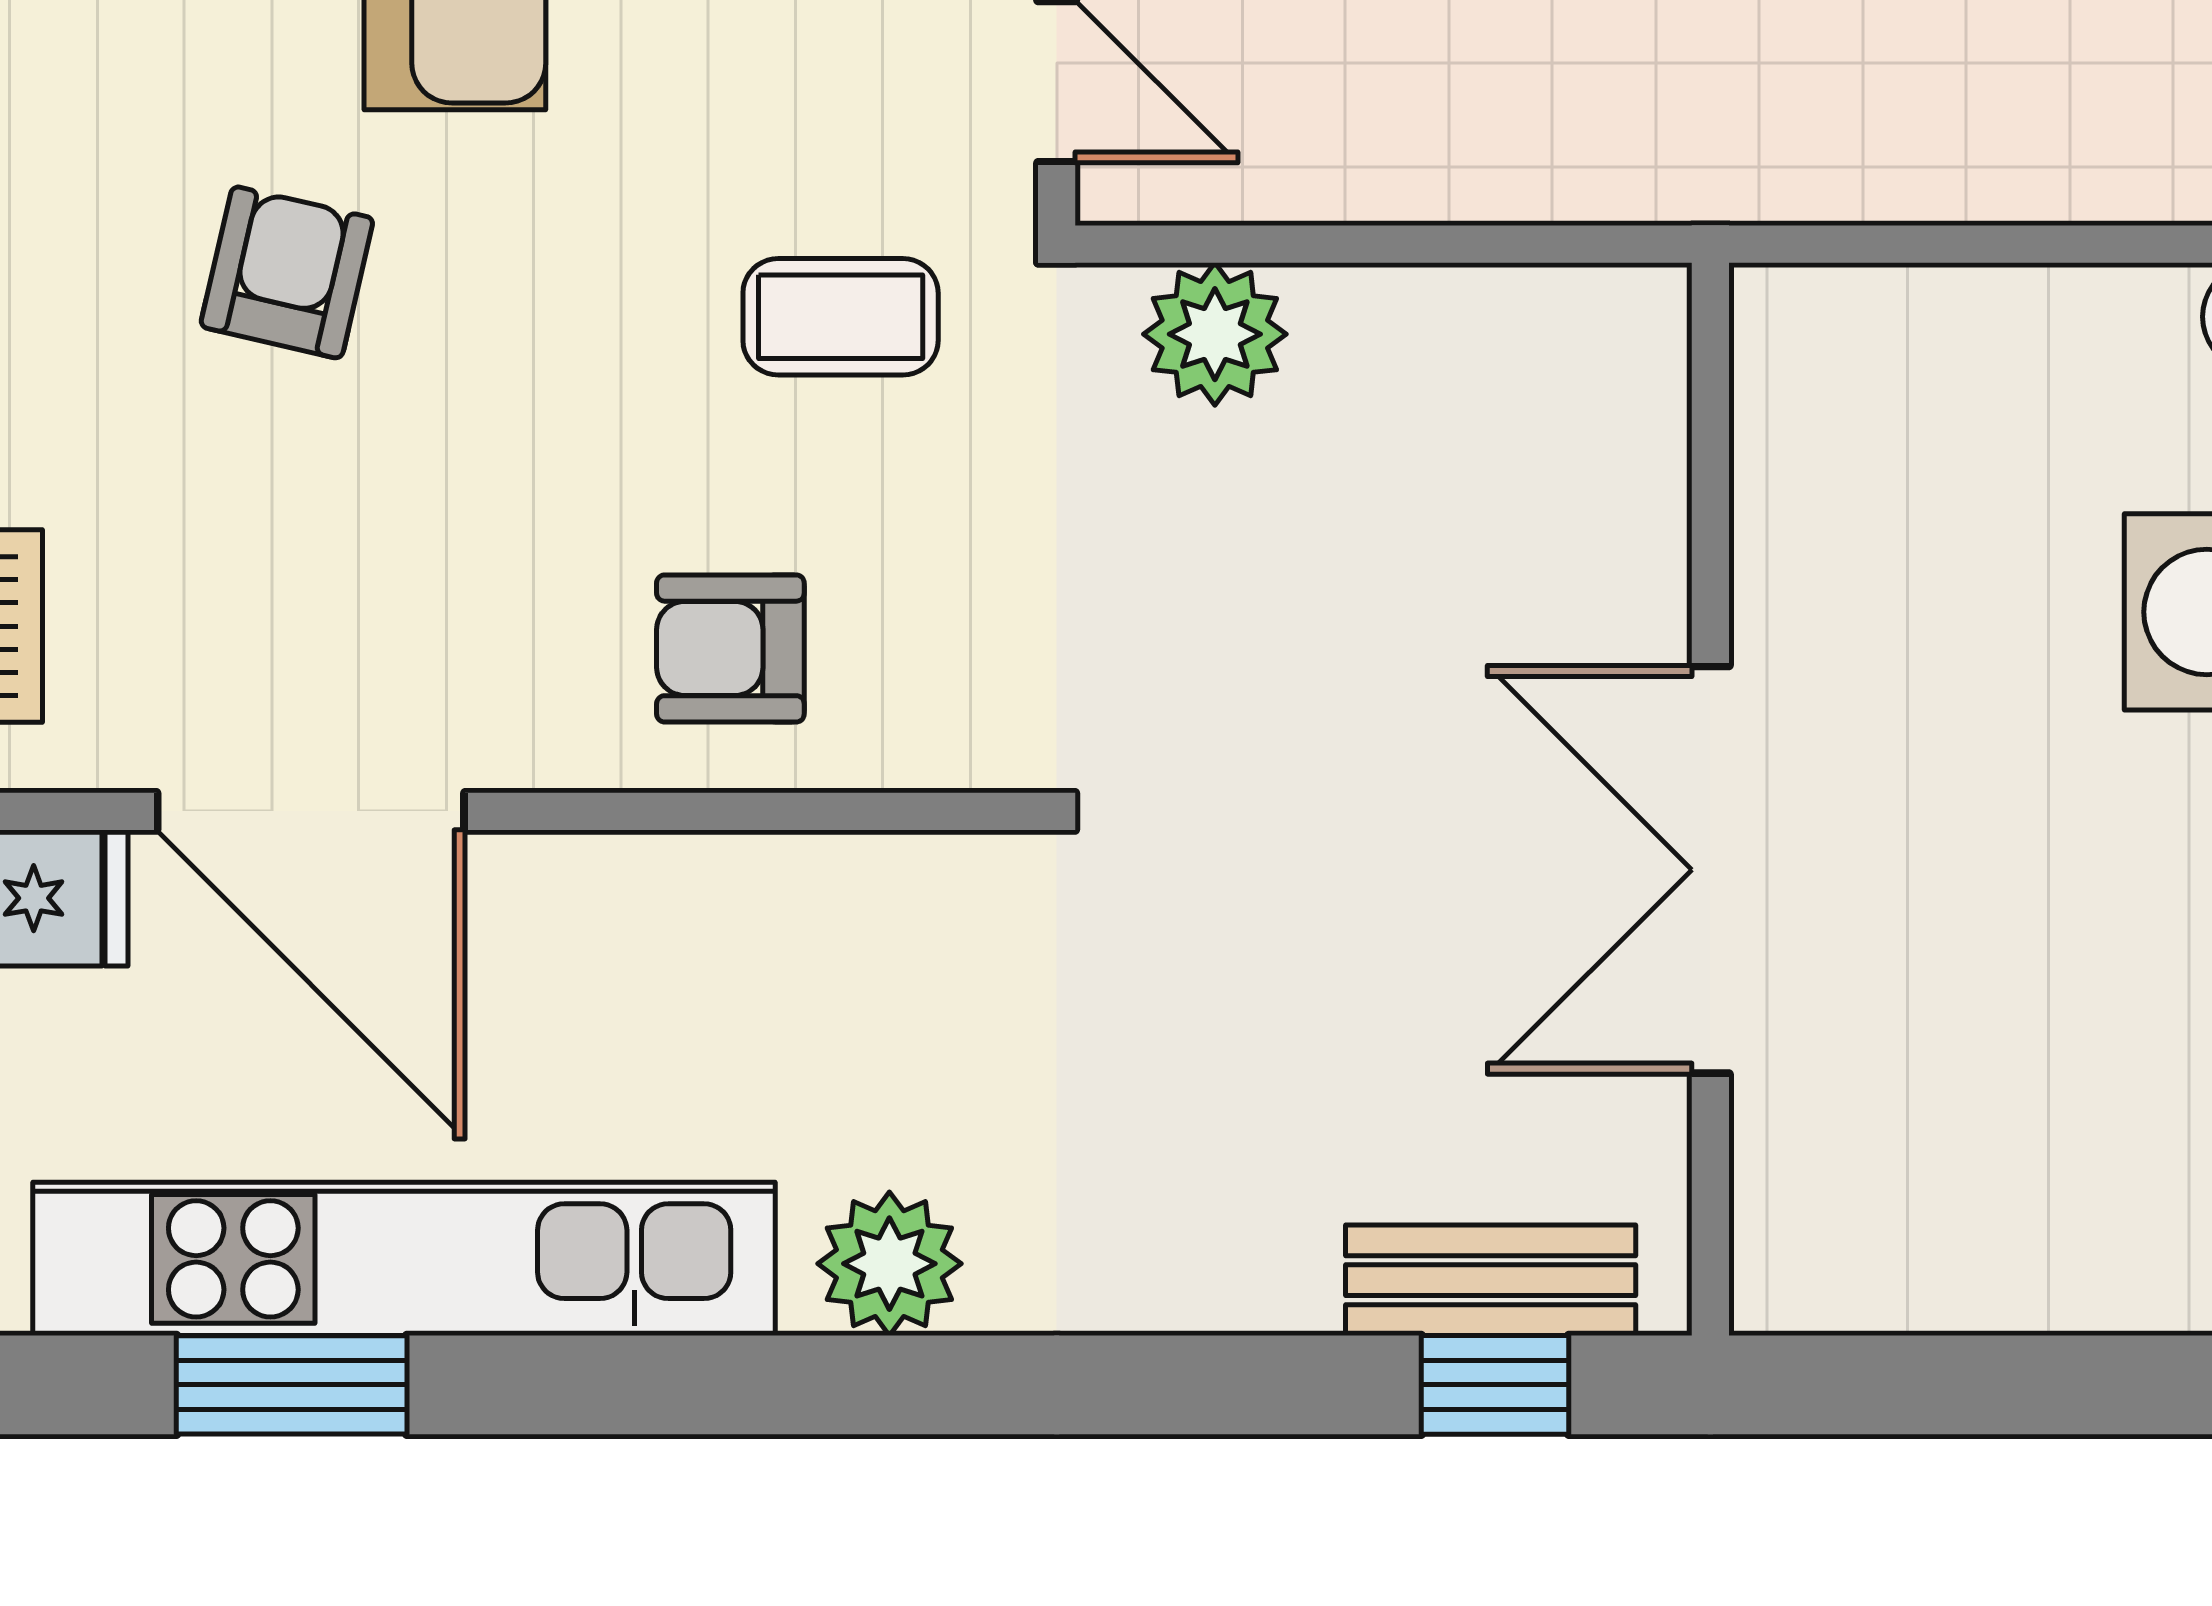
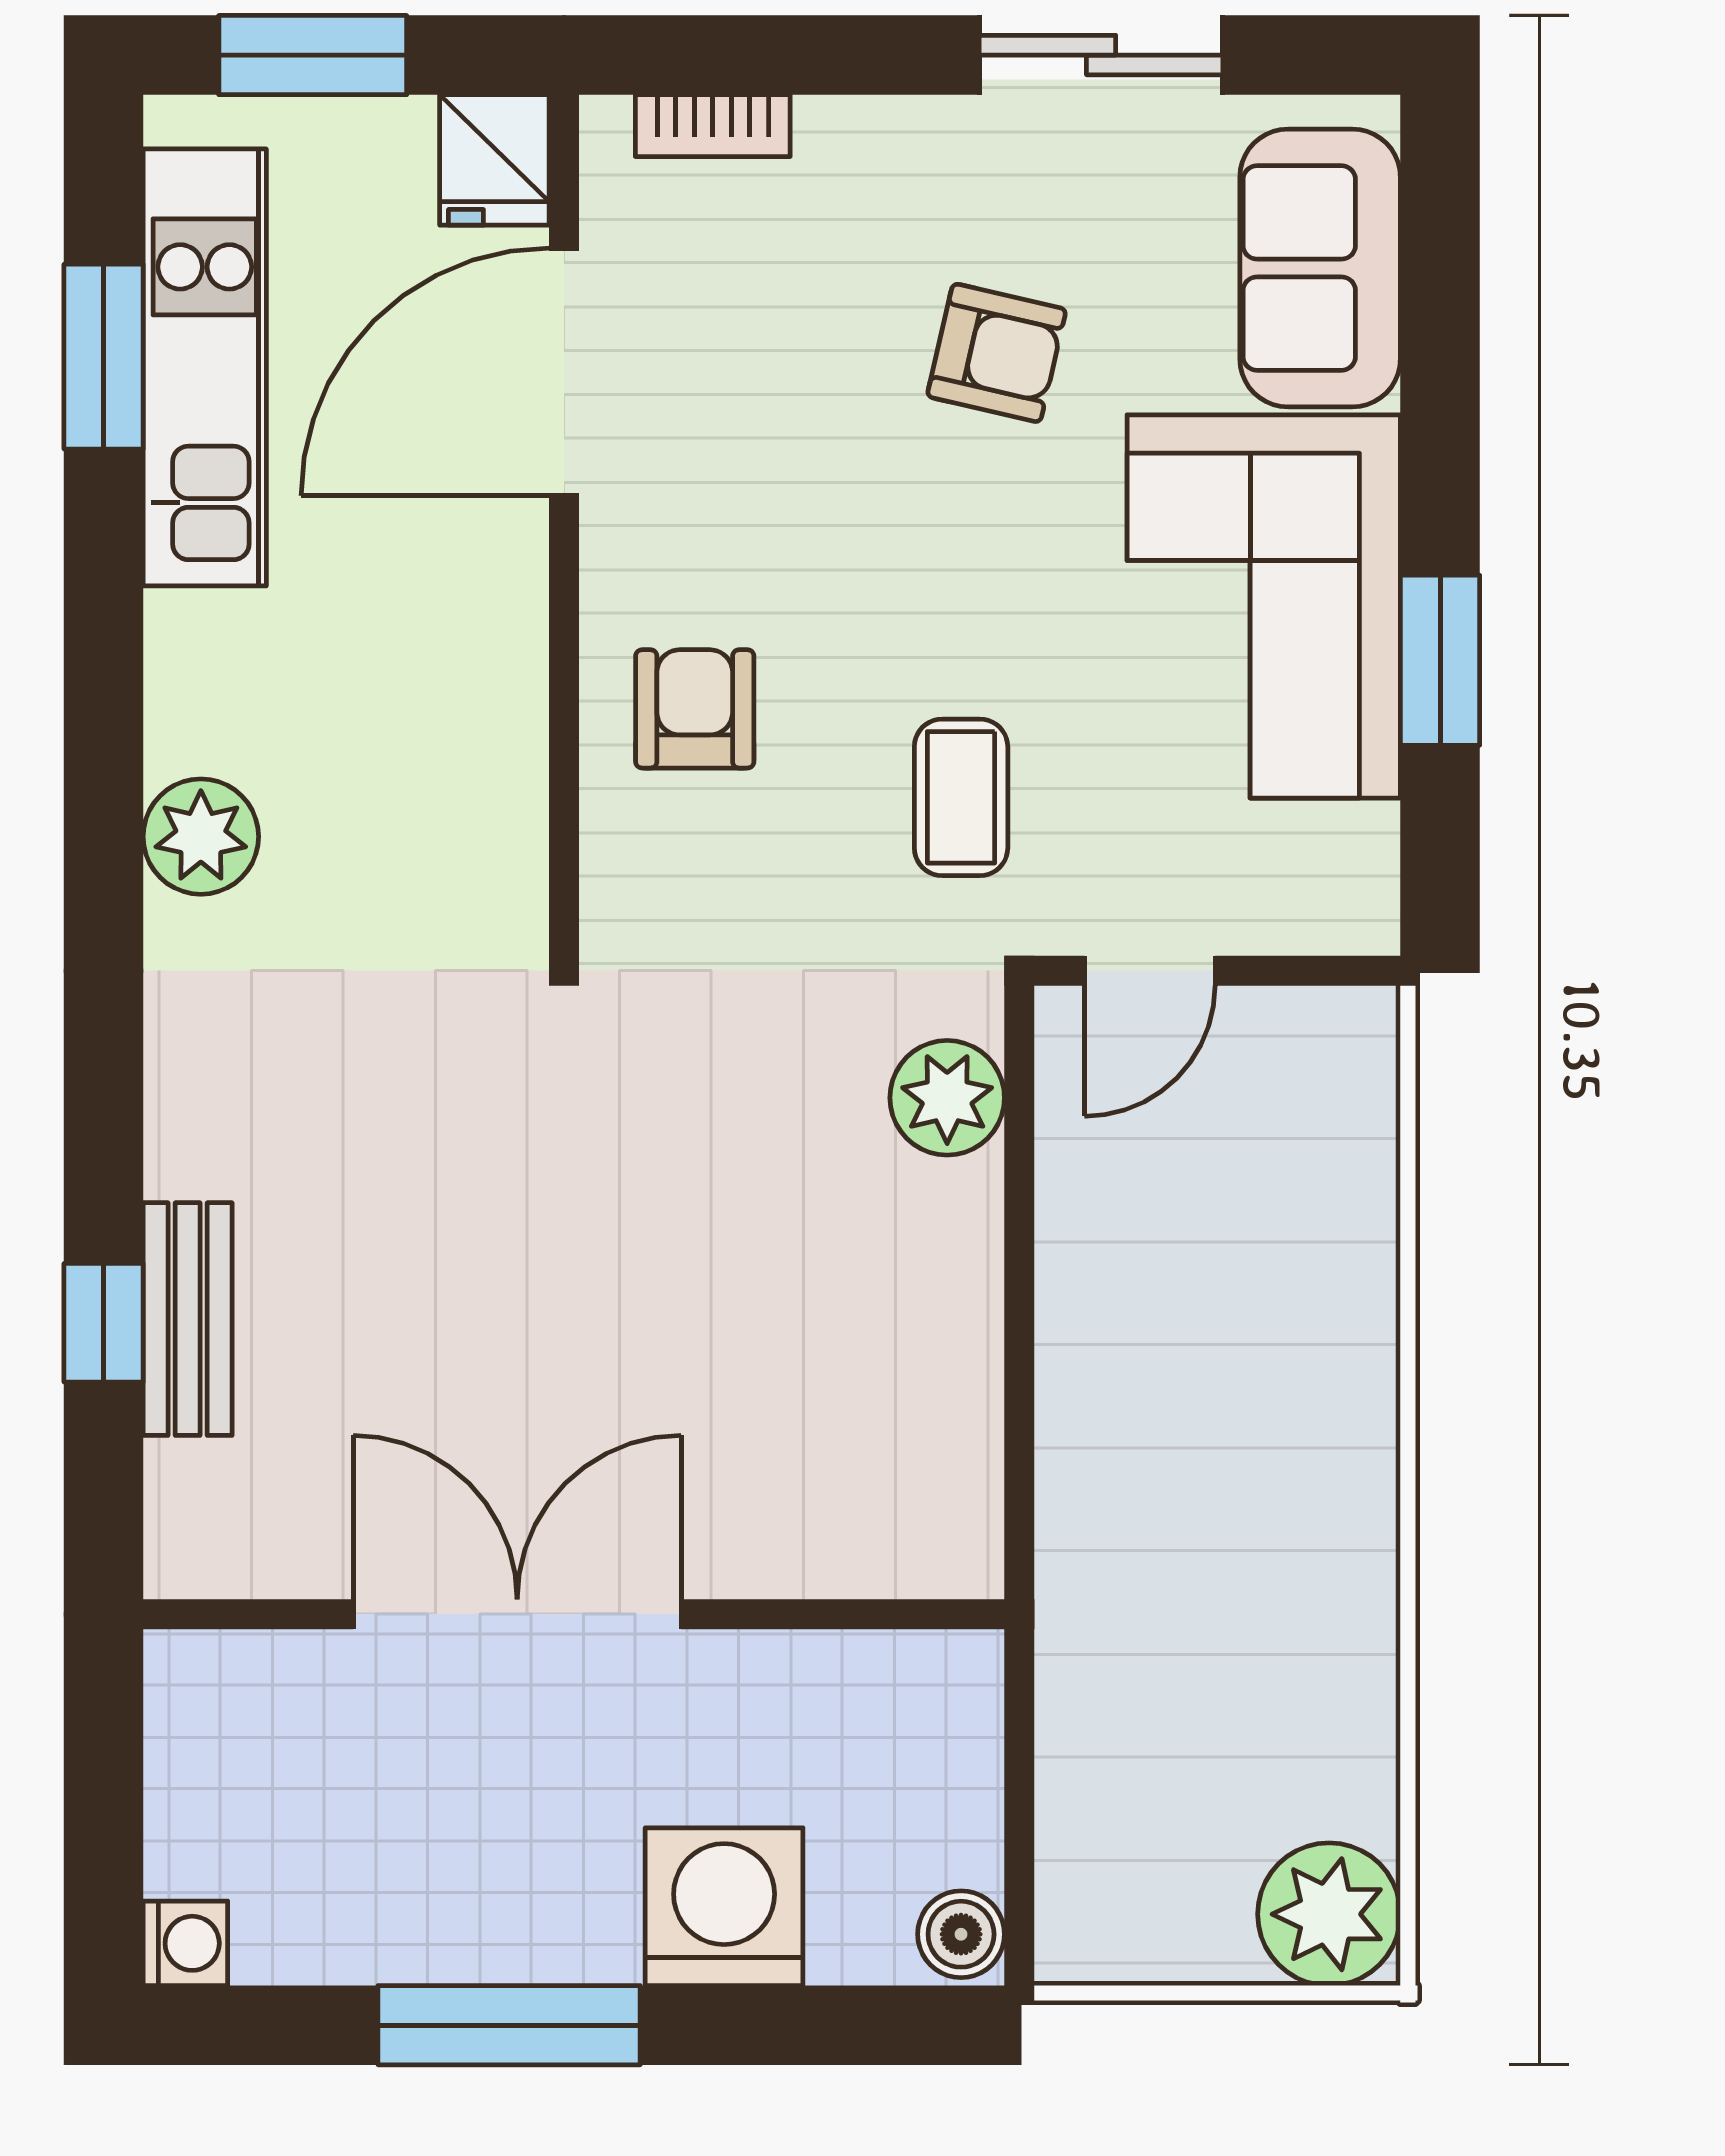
wall: (1710, 799) -> (574, 1614), moved
double door: (1710, 870) -> (517, 1614), moved
kitchen unit: (404, 1259) -> (205, 367), width x0.73

